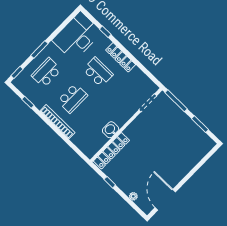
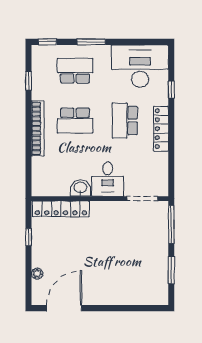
school desk: (98, 72) -> (125, 121), turned 180
desk: (120, 111) -> (108, 179), added

